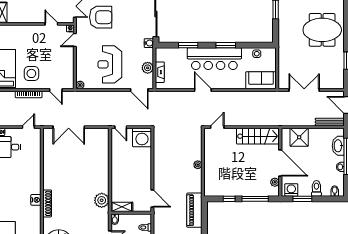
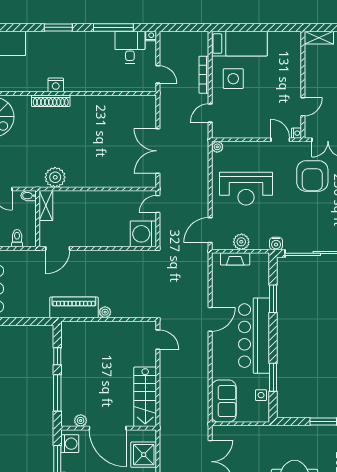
window: (226, 45) -> (273, 377), moved
reception desk: (110, 64) -> (246, 189), turned 180
double door: (69, 127) -> (158, 151), moved
door: (280, 163) -> (108, 428), hinge flipped
piano: (194, 210) -> (74, 307), moved

